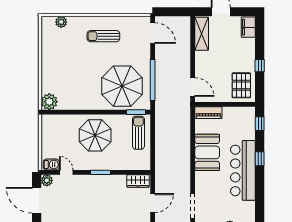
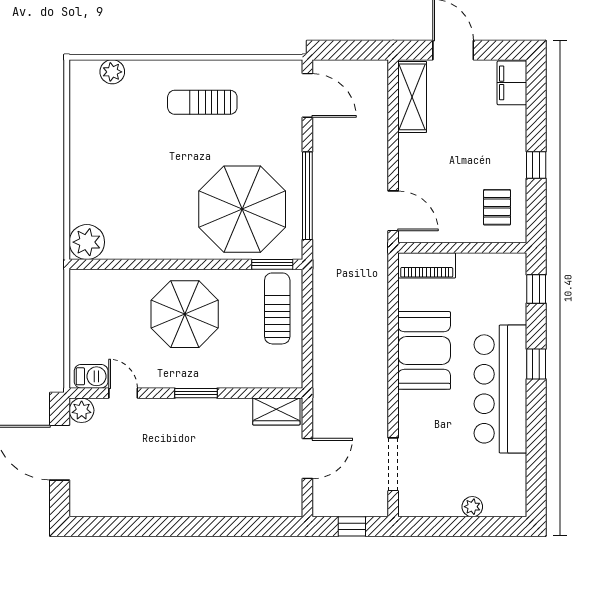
pallet: (241, 85) -> (497, 207), width x0.67, depth x0.71

